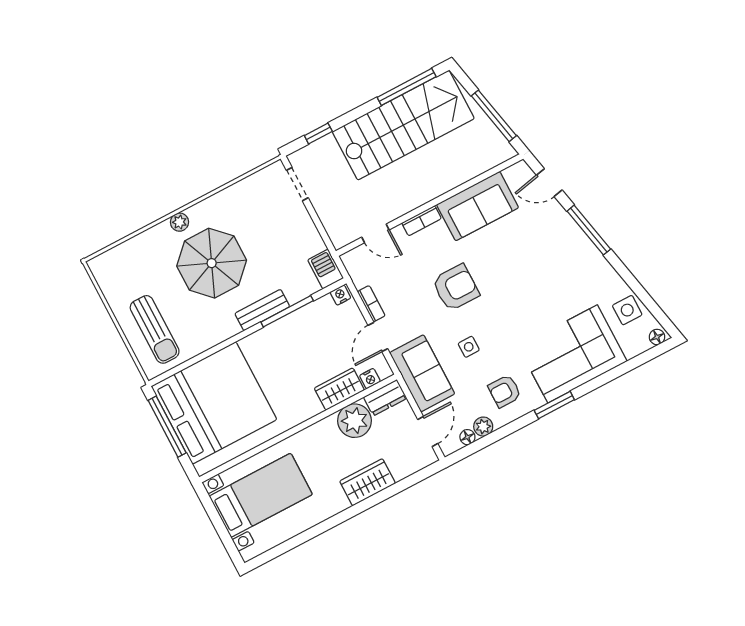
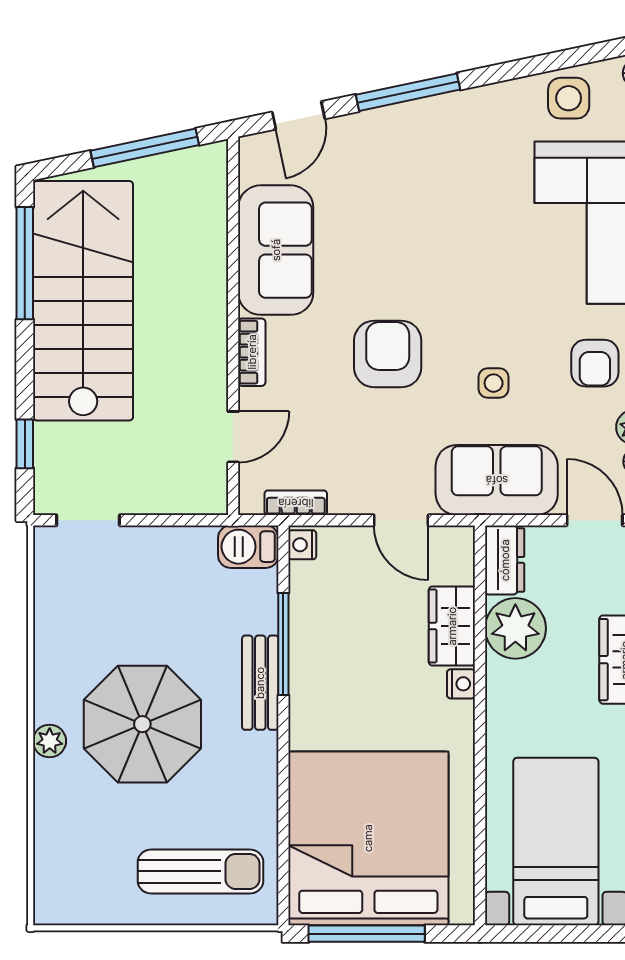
bookcase: (371, 304) -> (296, 503), moved
nightstand: (370, 379) -> (461, 684), moved

